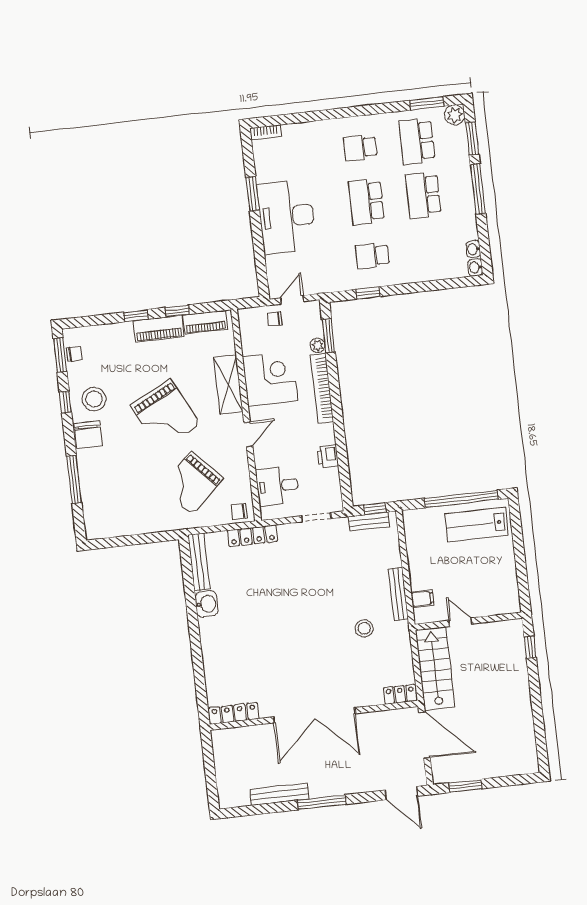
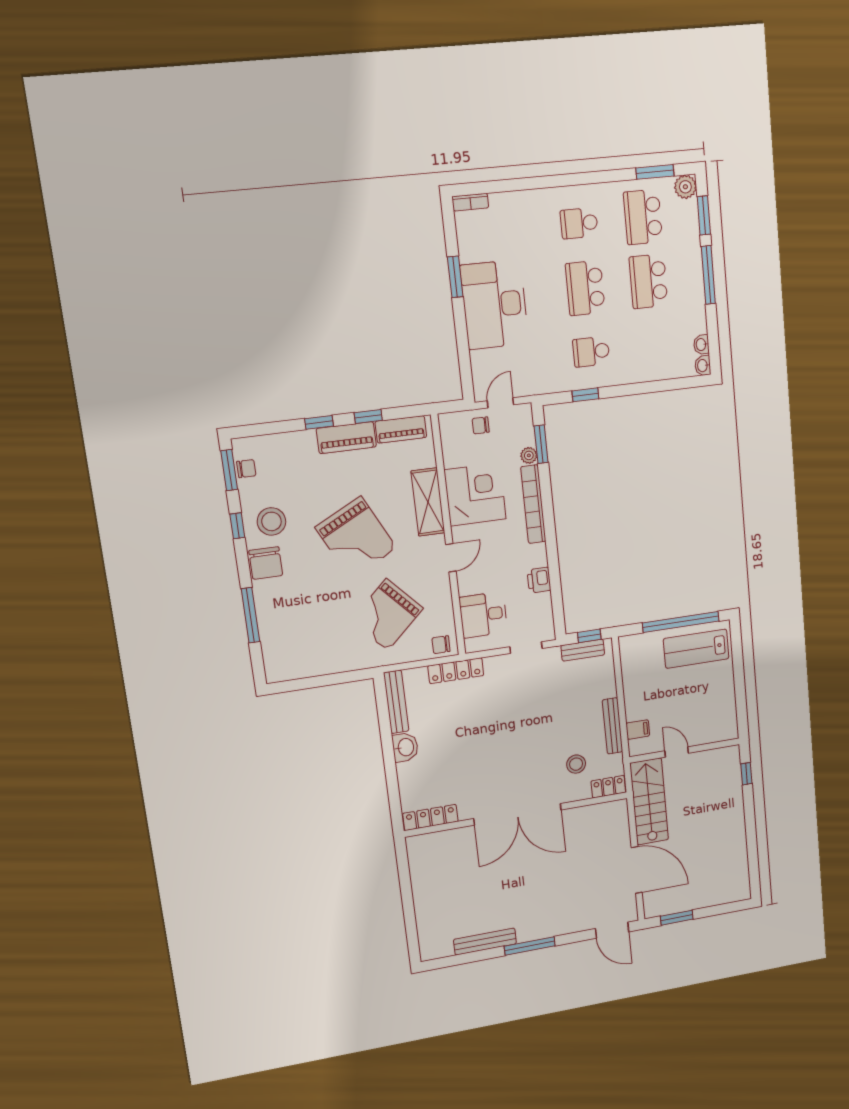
locker: (400, 694) -> (608, 787), moved
locker: (234, 713) -> (430, 817), moved
double door: (314, 715) -> (518, 814), moved
wall: (314, 715) -> (517, 814), moved

